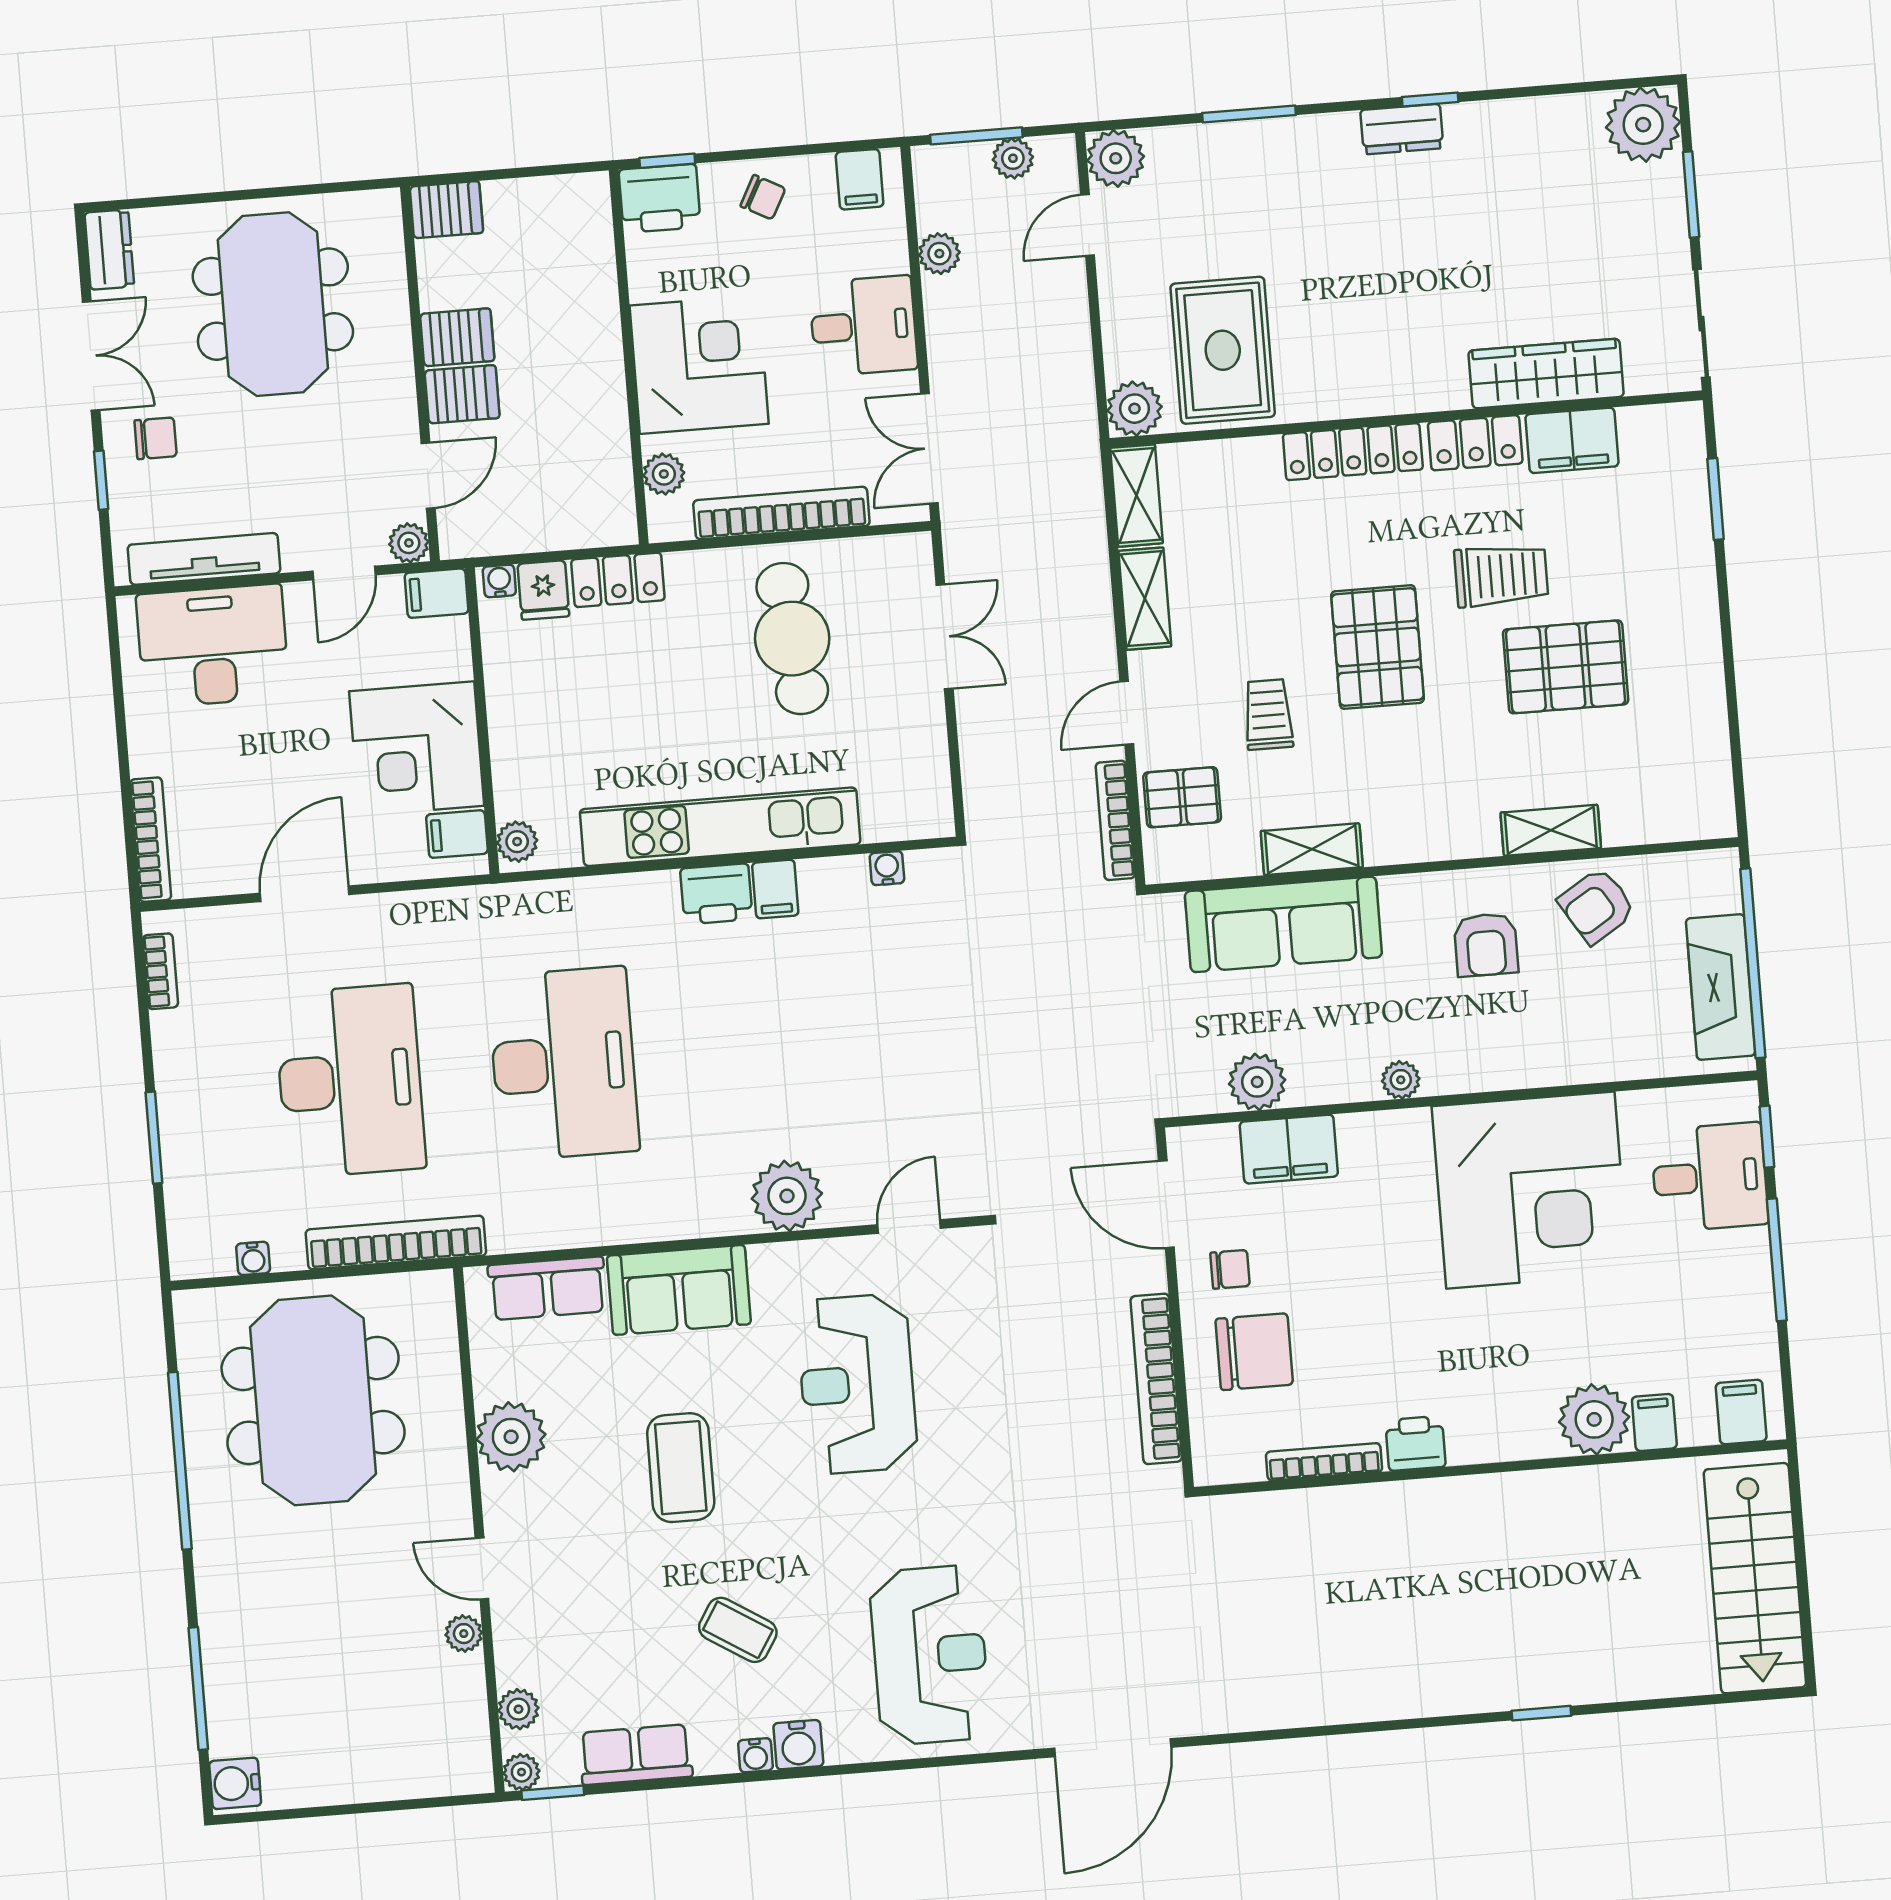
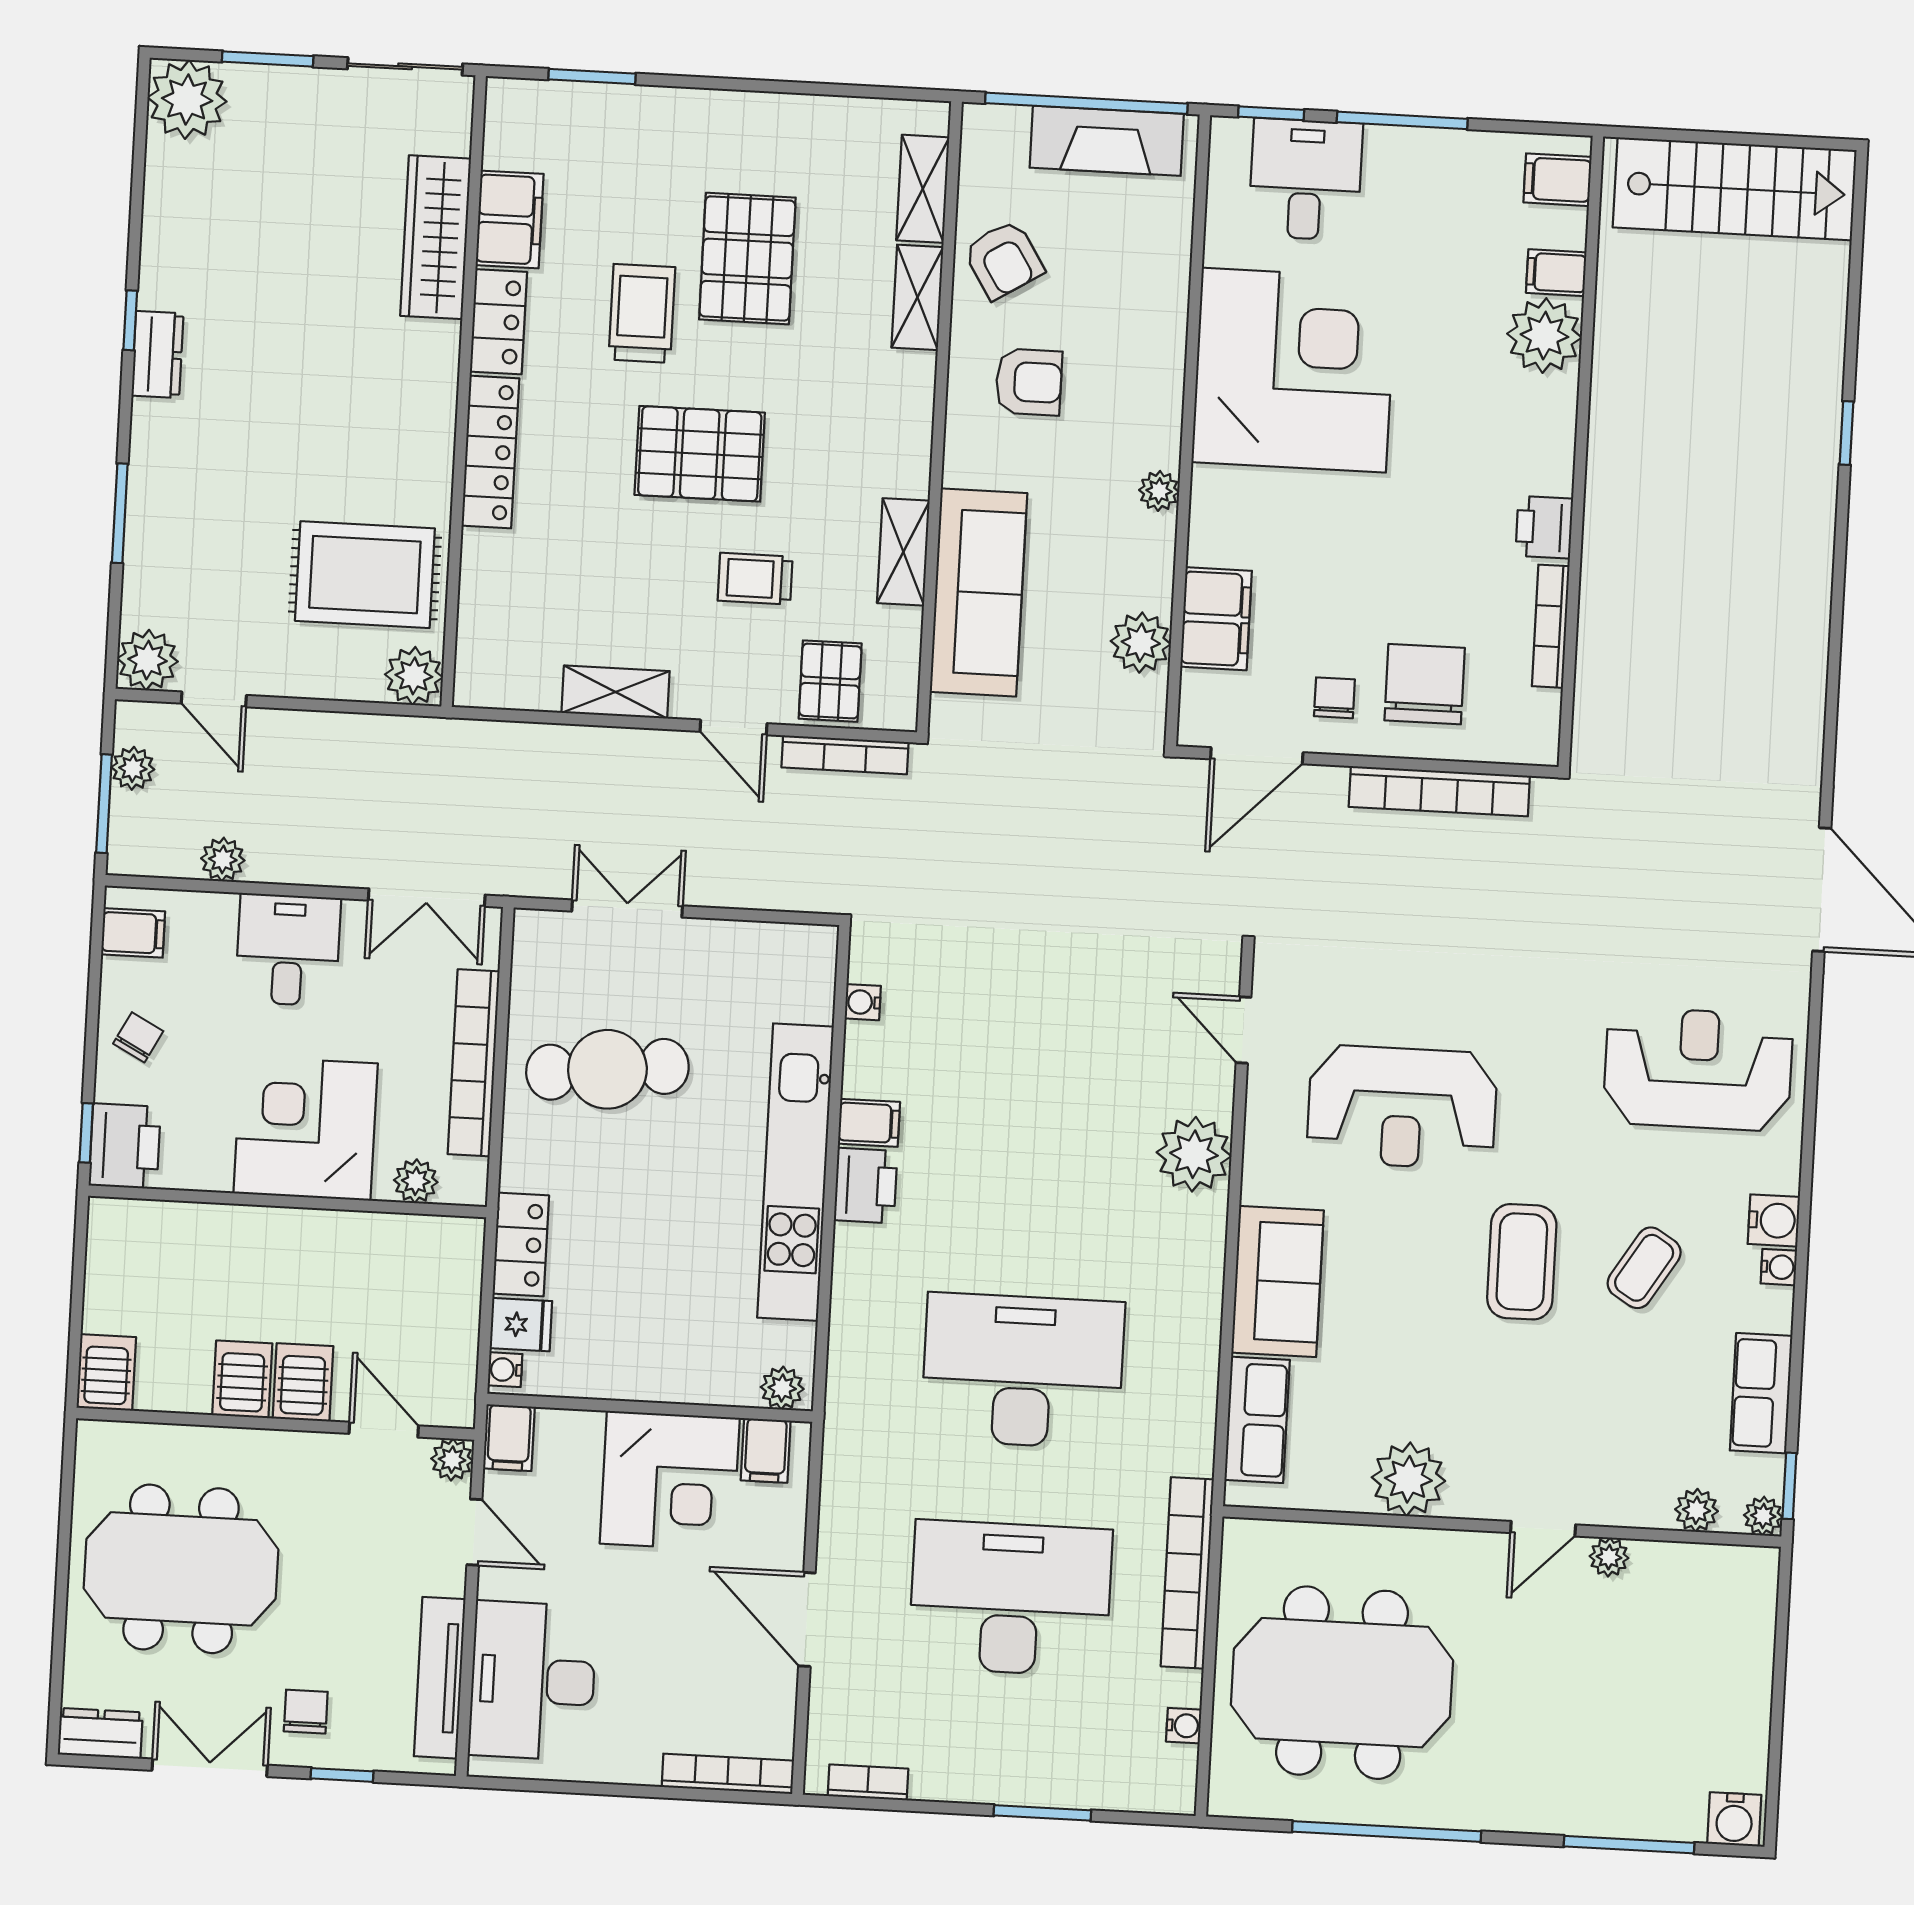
shelving: (1137, 496) -> (923, 189), moved, turned 90
coffee table: (681, 1468) -> (1522, 1262), moved, turned 90

